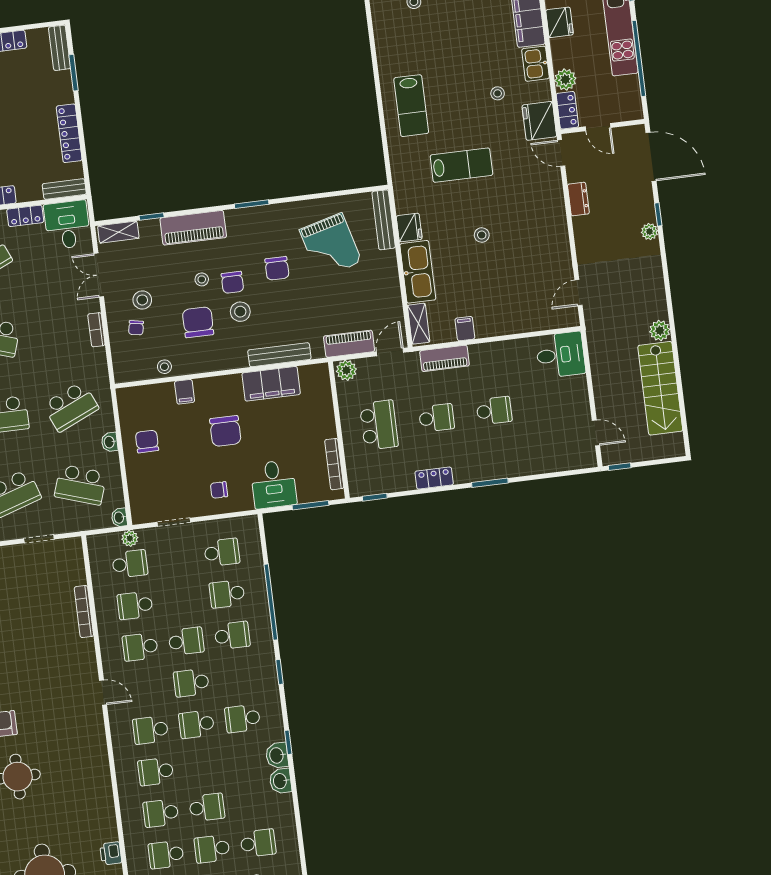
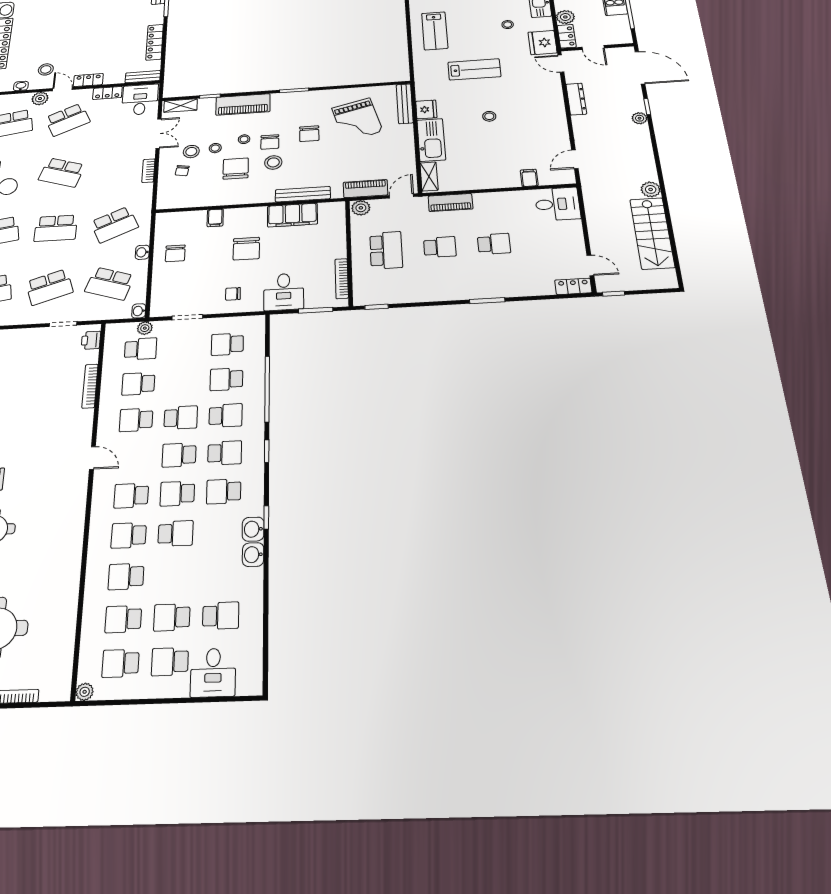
dresser: (578, 199) -> (576, 99), width x1.44
double door: (99, 275) -> (158, 133), swing flipped
filing cabinet: (465, 329) -> (529, 178), moved
stool: (164, 367) -> (215, 148), moved
chair: (147, 441) -> (175, 253), turned 180
locker: (434, 478) -> (573, 286), moved
school desk: (222, 552) -> (227, 344), turned 180
school desk: (237, 677) -> (225, 453), added
school desk: (207, 807) -> (176, 533), moved
printer: (111, 853) -> (91, 340), moved

